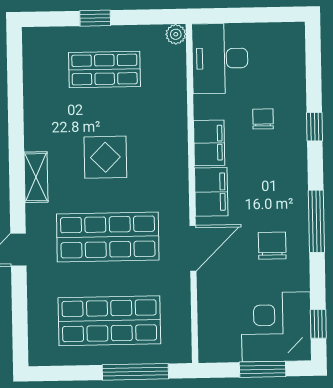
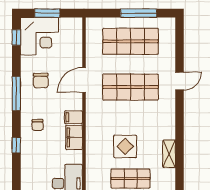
chair: (263, 119) -> (38, 125), moved
display table: (105, 157) -> (125, 146), moved
shelving: (36, 177) -> (169, 154), moved
filing cabinet: (211, 192) -> (74, 117), width x0.50
window: (135, 372) -> (139, 13), moved

